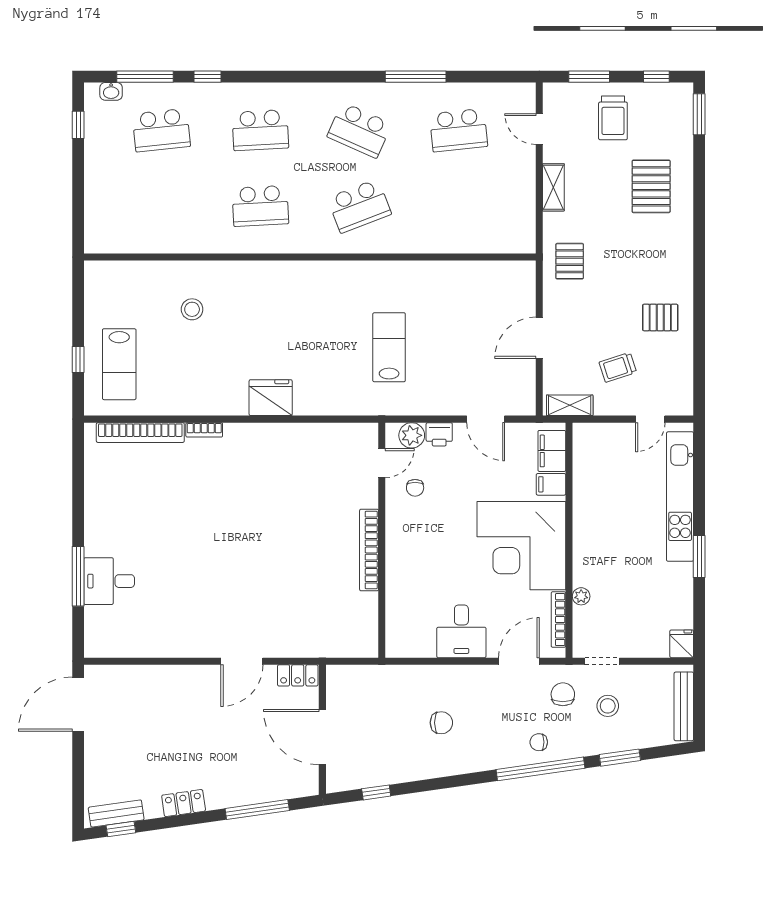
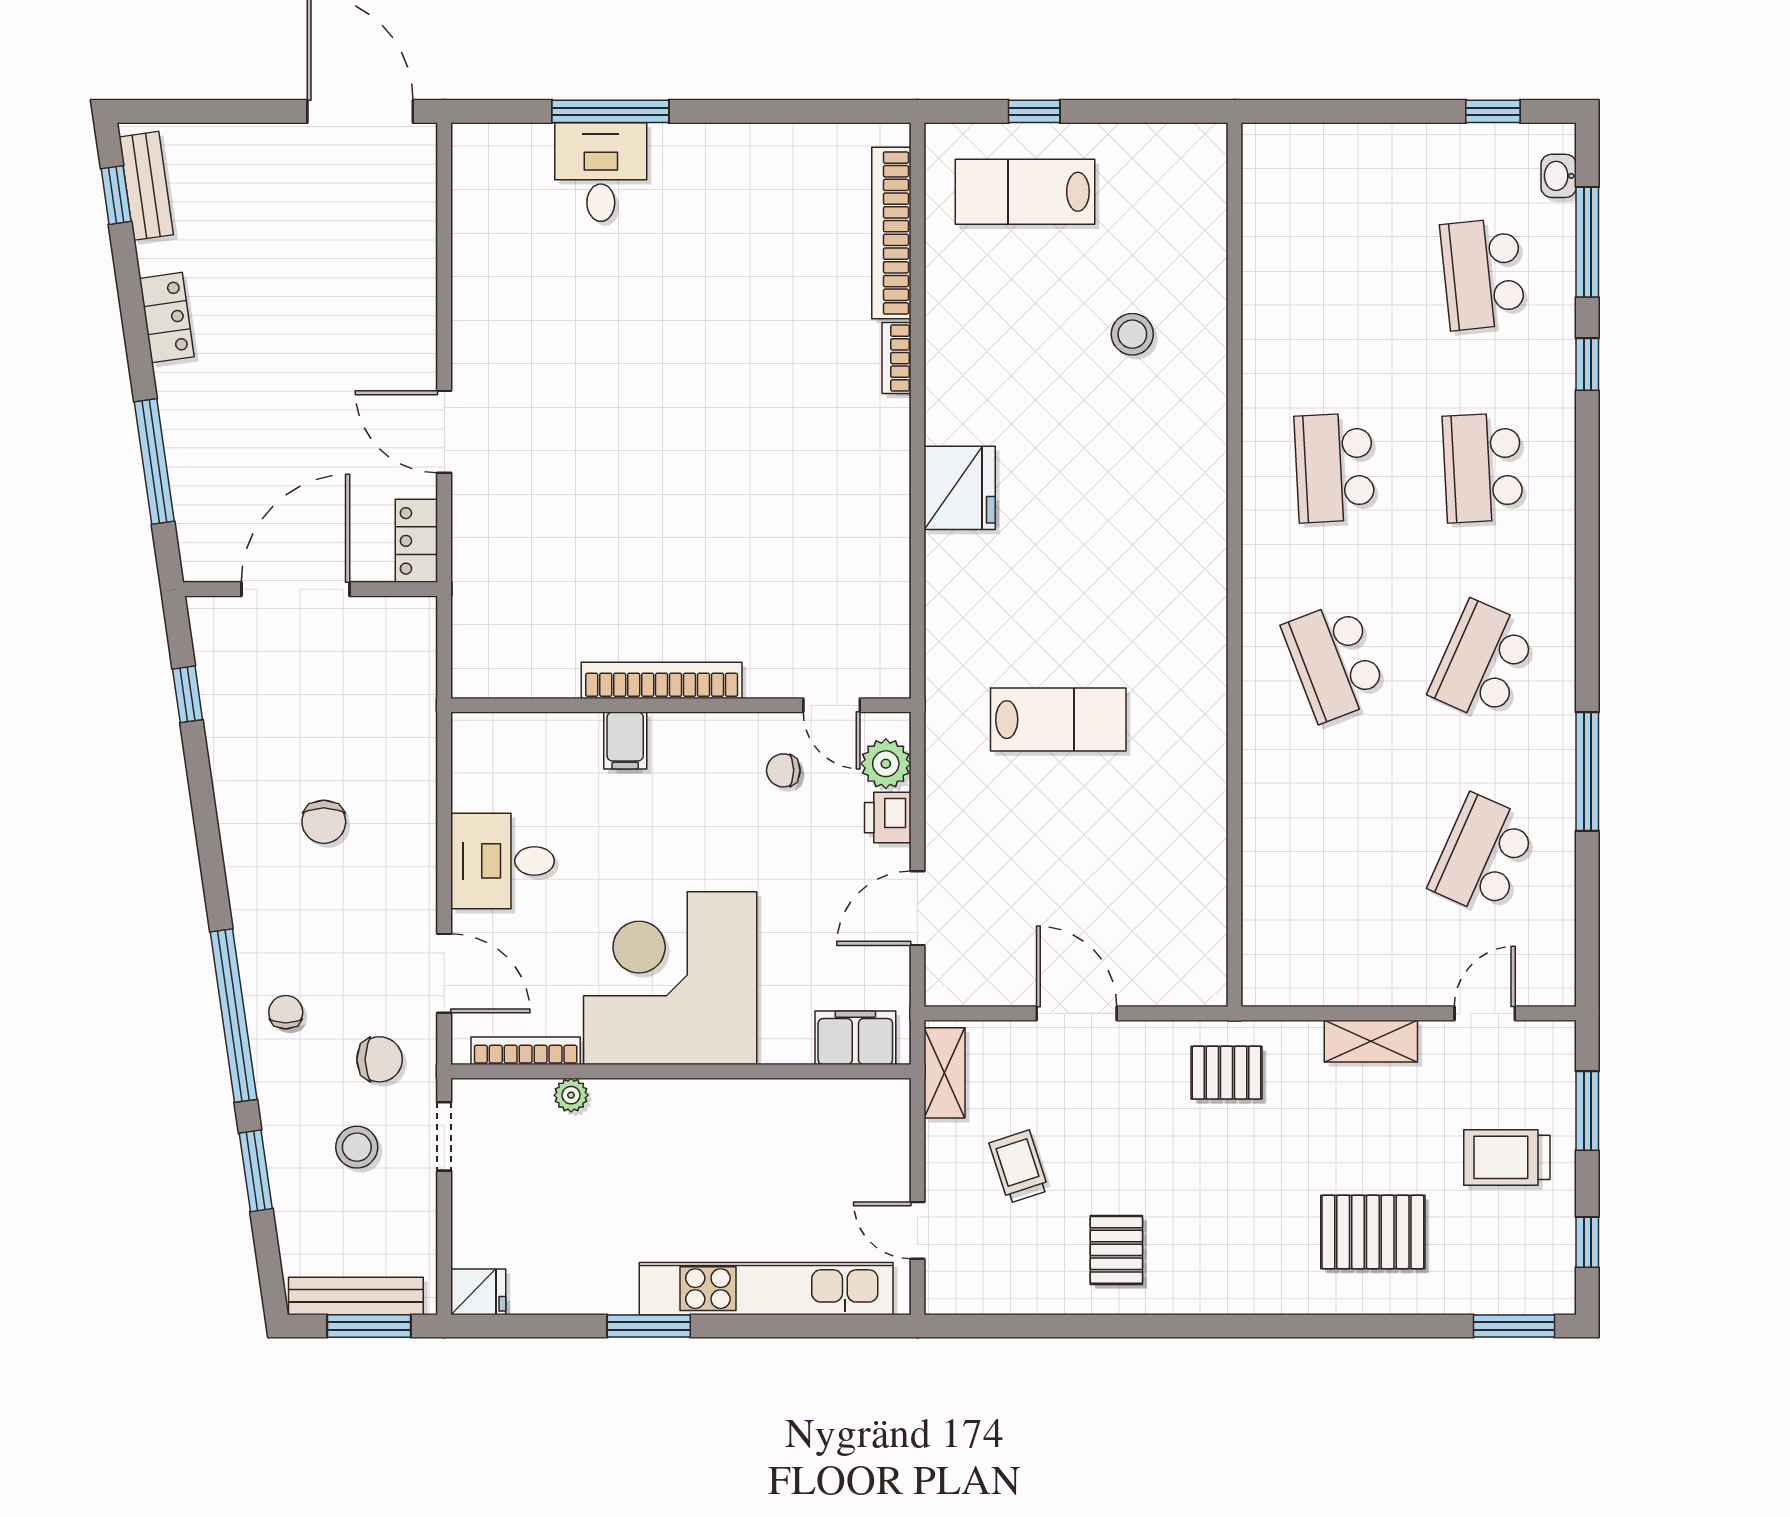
school desk: (458, 130) -> (1483, 855), turned 30
filing cabinet: (551, 484) -> (625, 740), moved, turned 180
window: (699, 700) -> (369, 1326), added

